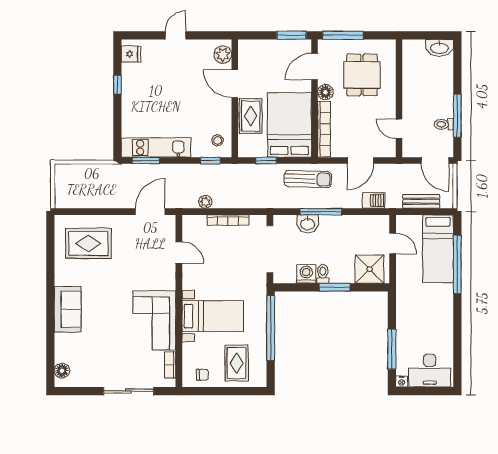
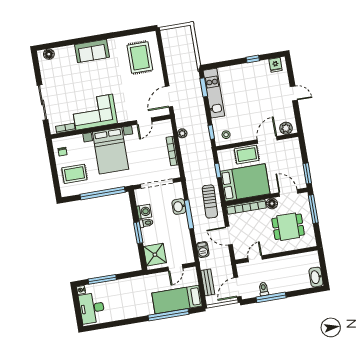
door: (150, 212) -> (169, 96), swing flipped
bed with nightstands: (213, 316) -> (111, 151), width x1.36

